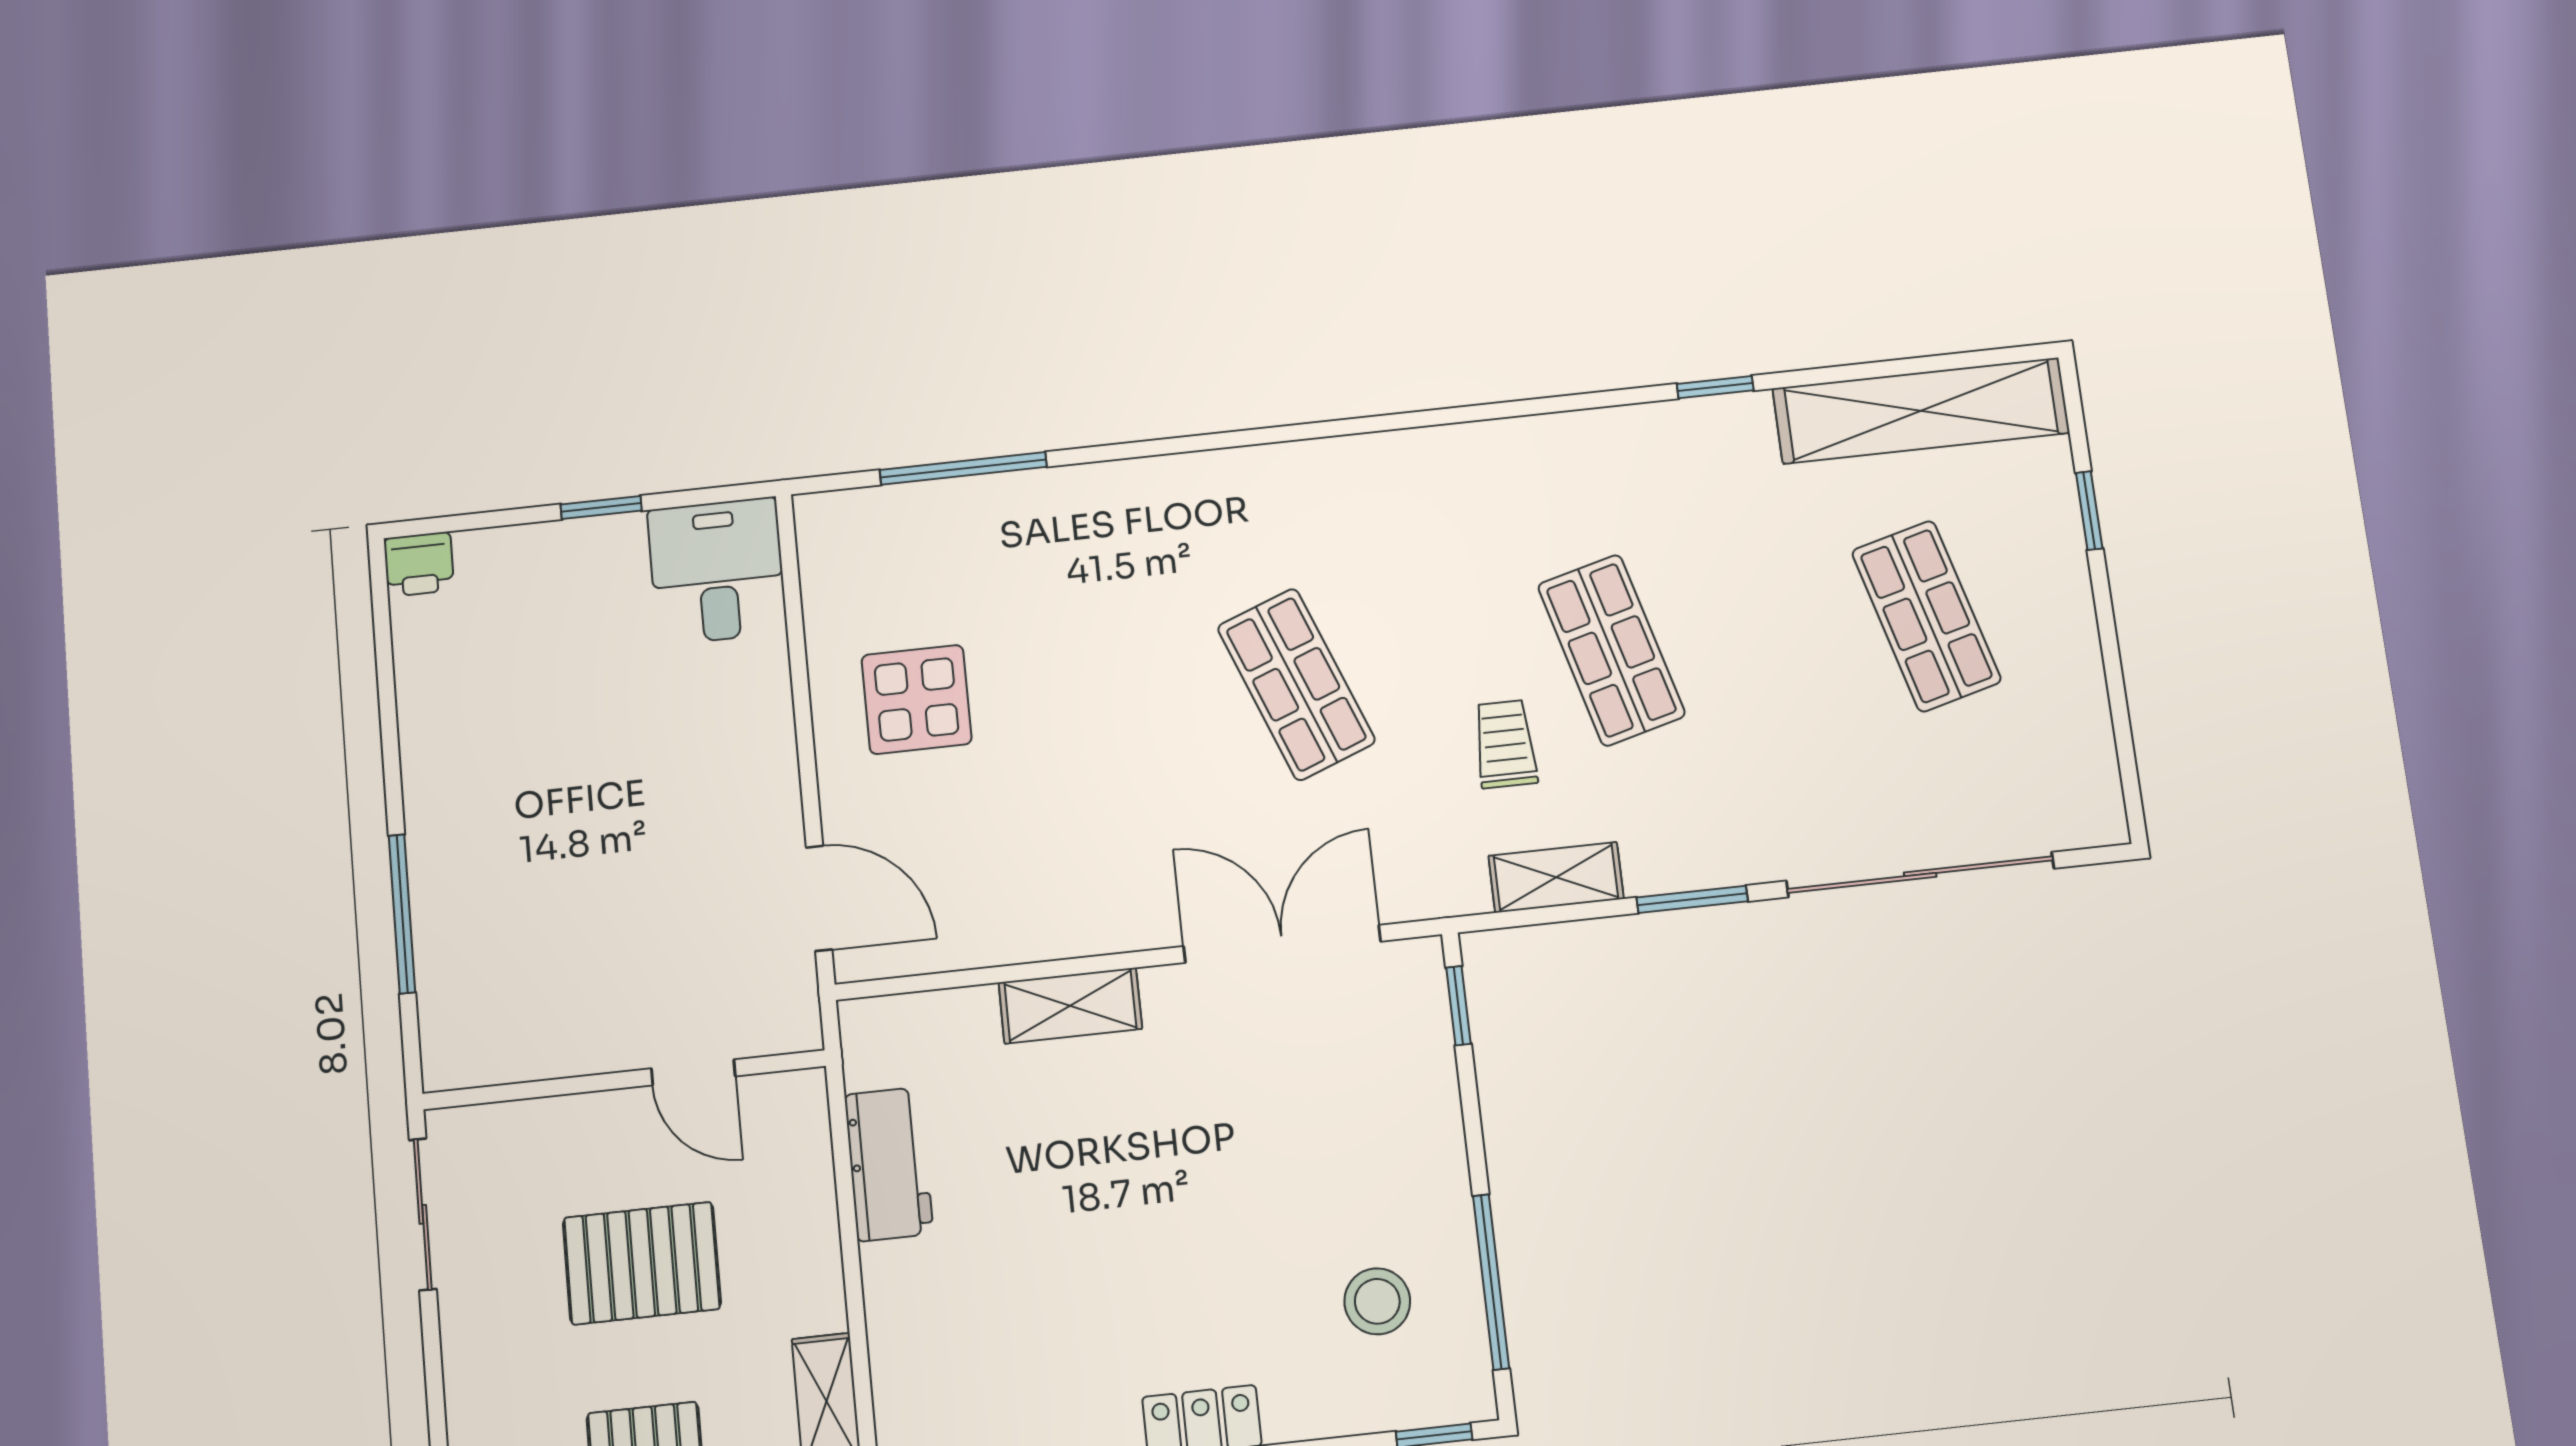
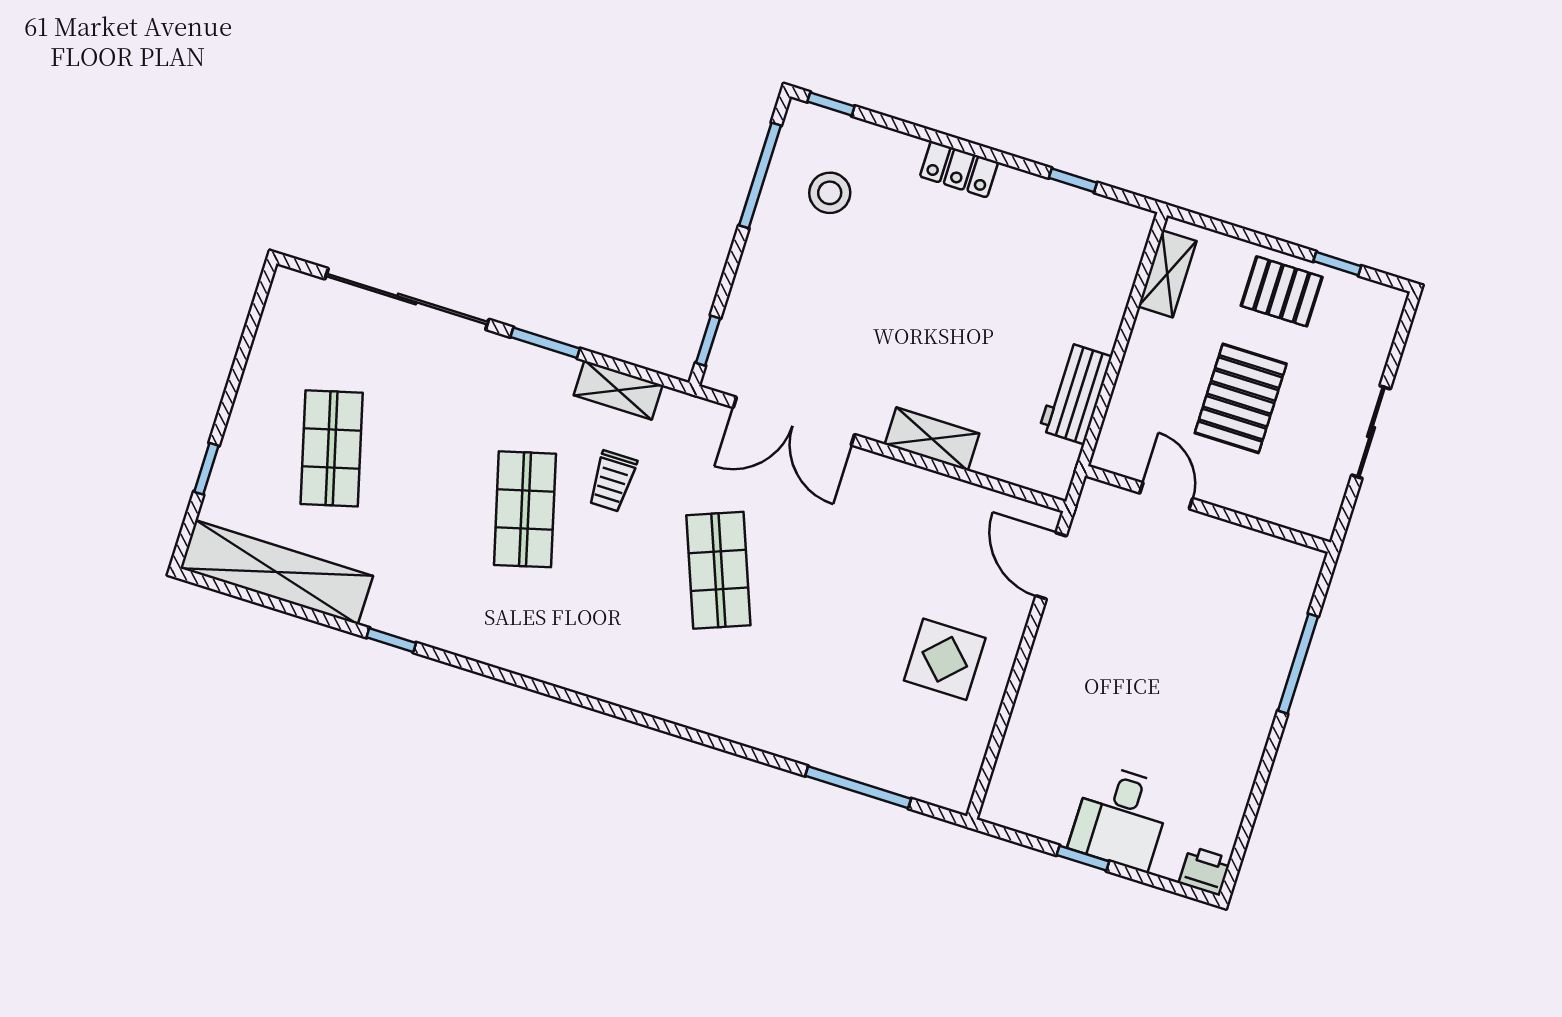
desk: (717, 571) -> (1121, 817), moved
sliding door: (423, 1214) -> (1371, 432), moved
pallet: (642, 1263) -> (1241, 398), turned 90

